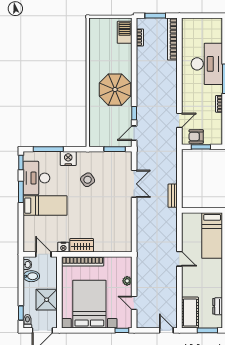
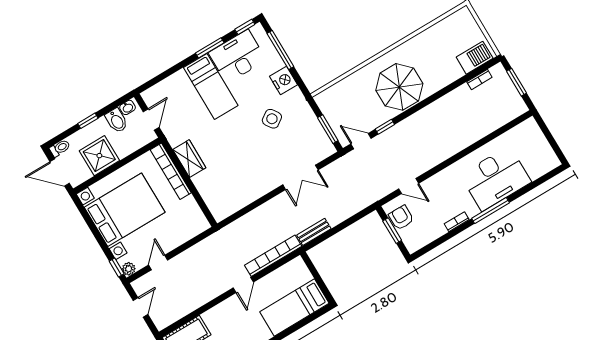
bookcase: (172, 39) -> (273, 256), moved
nightstand: (63, 247) -> (174, 138), removed
plant: (127, 281) -> (129, 269), moved
window: (21, 313) -> (88, 121), moved
door: (166, 330) -> (141, 307), moved

